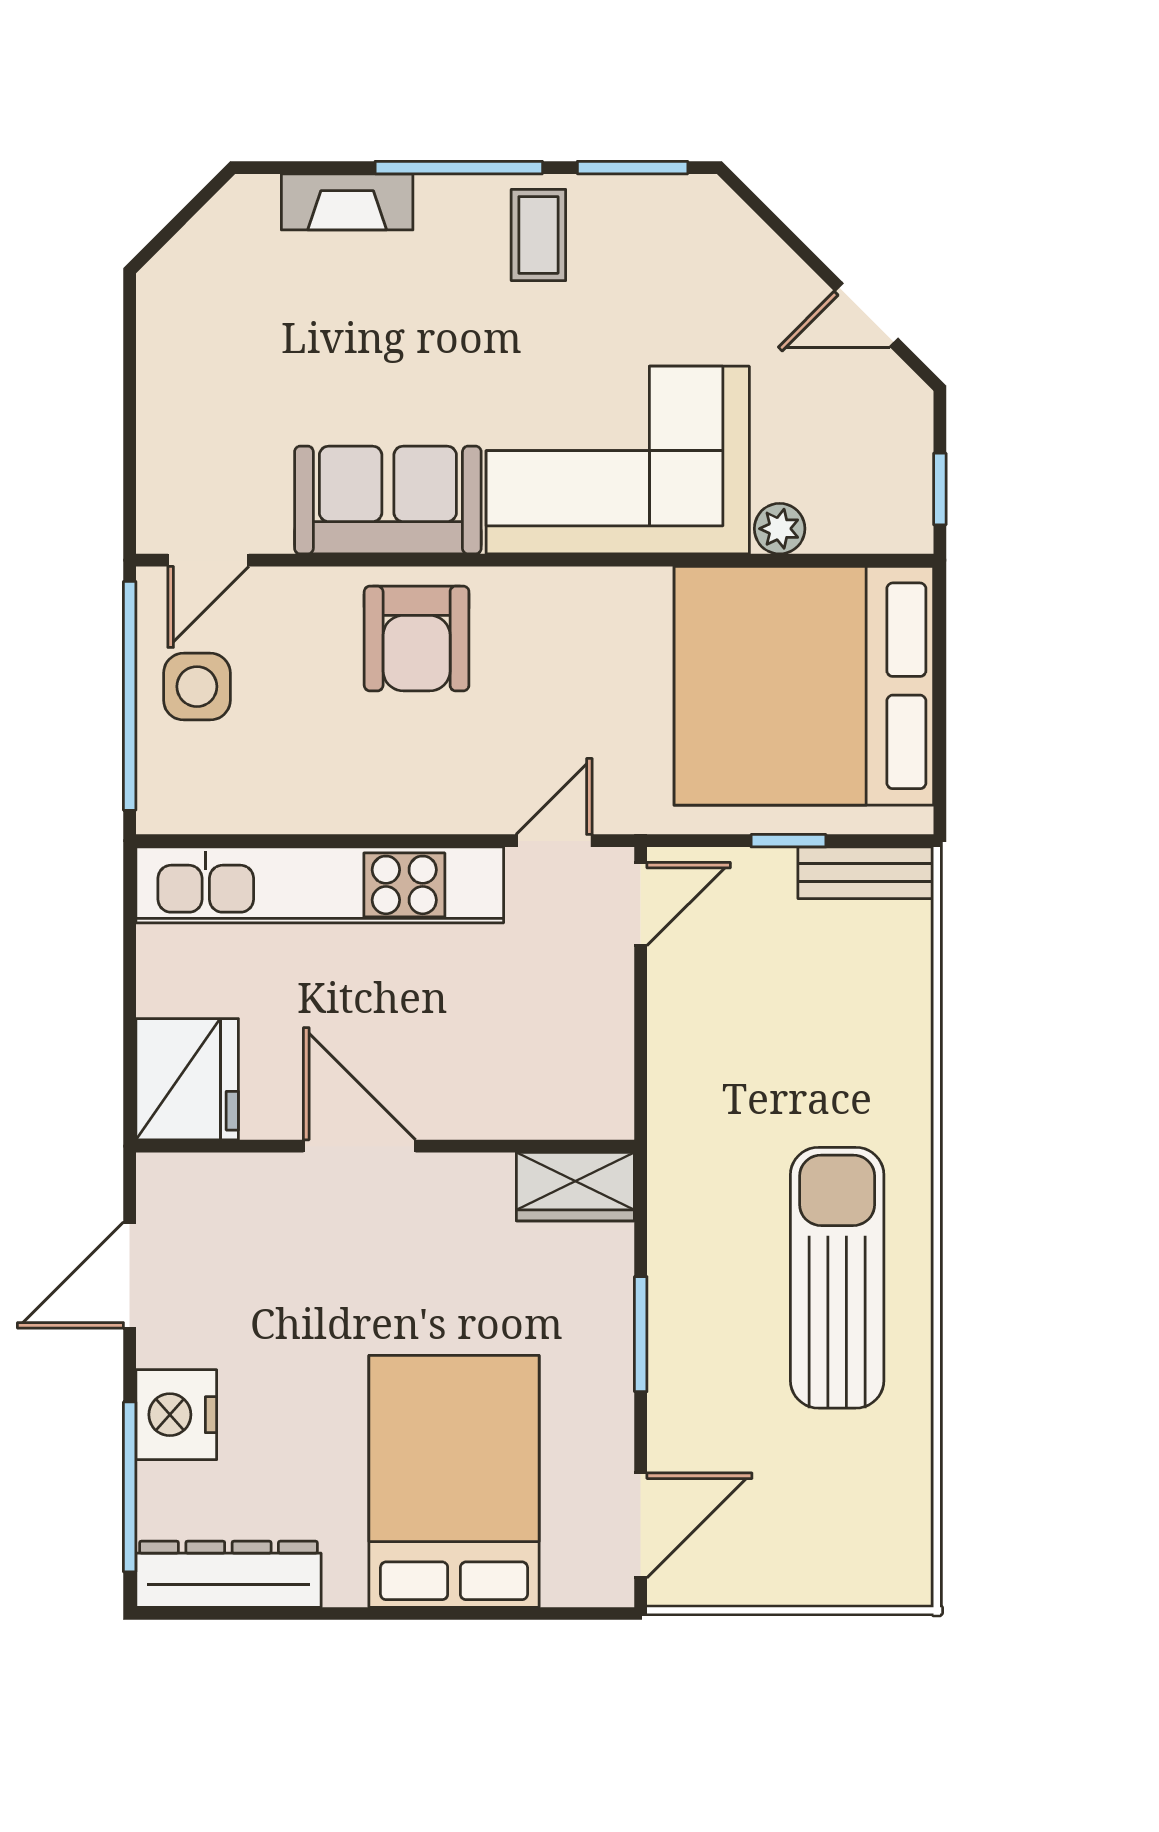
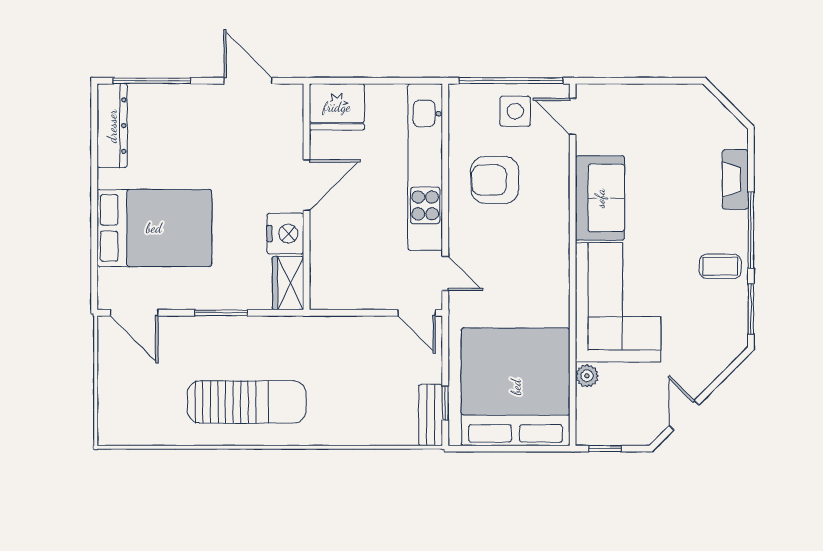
armchair: (417, 638) -> (495, 180), moved
window: (788, 841) -> (445, 403), moved
nightstand: (176, 1415) -> (285, 234), moved, turned 90

